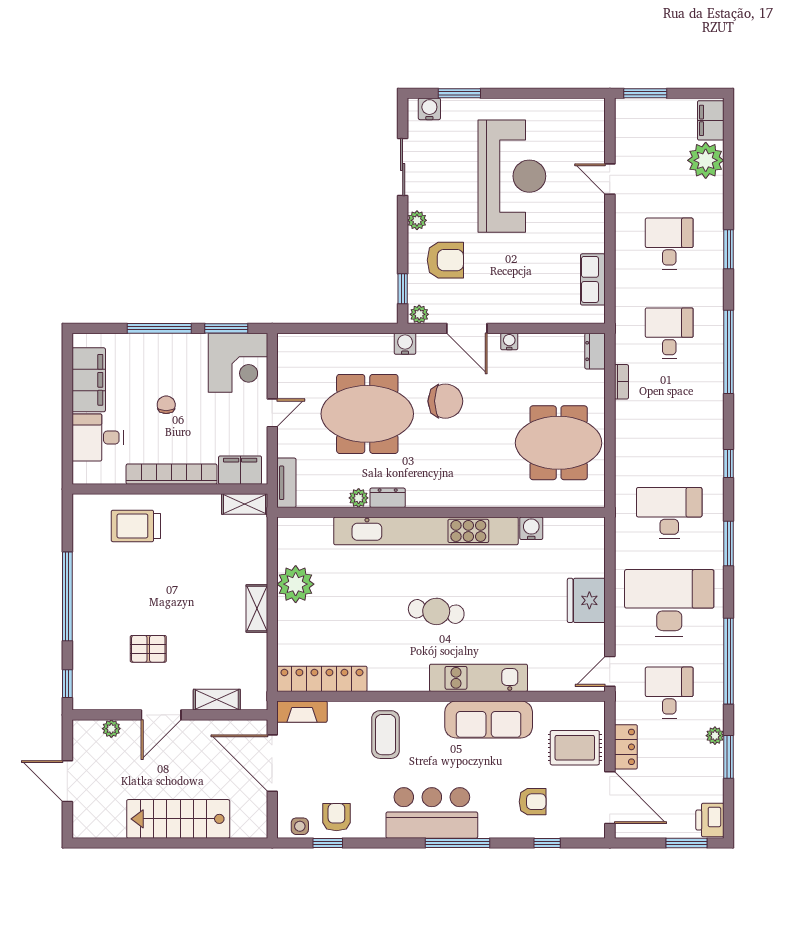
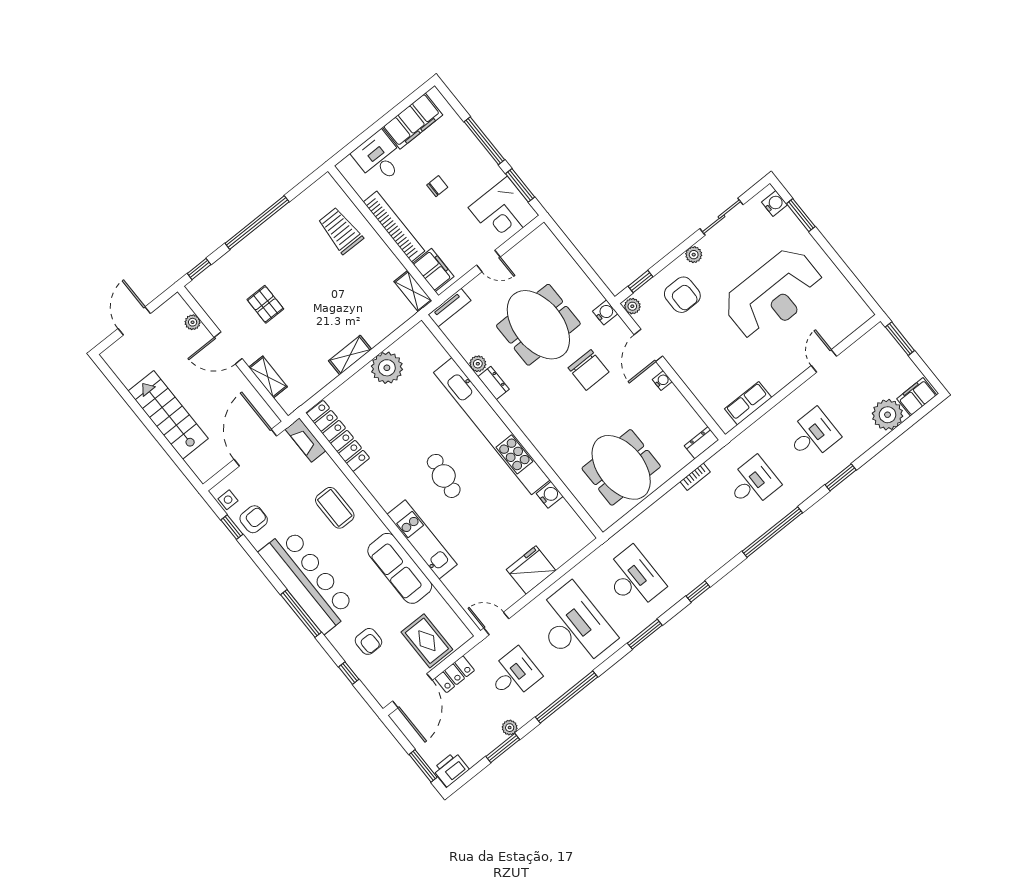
coffee table: (386, 735) -> (335, 508), turned 90
bar counter: (432, 813) -> (307, 580), width x1.36

